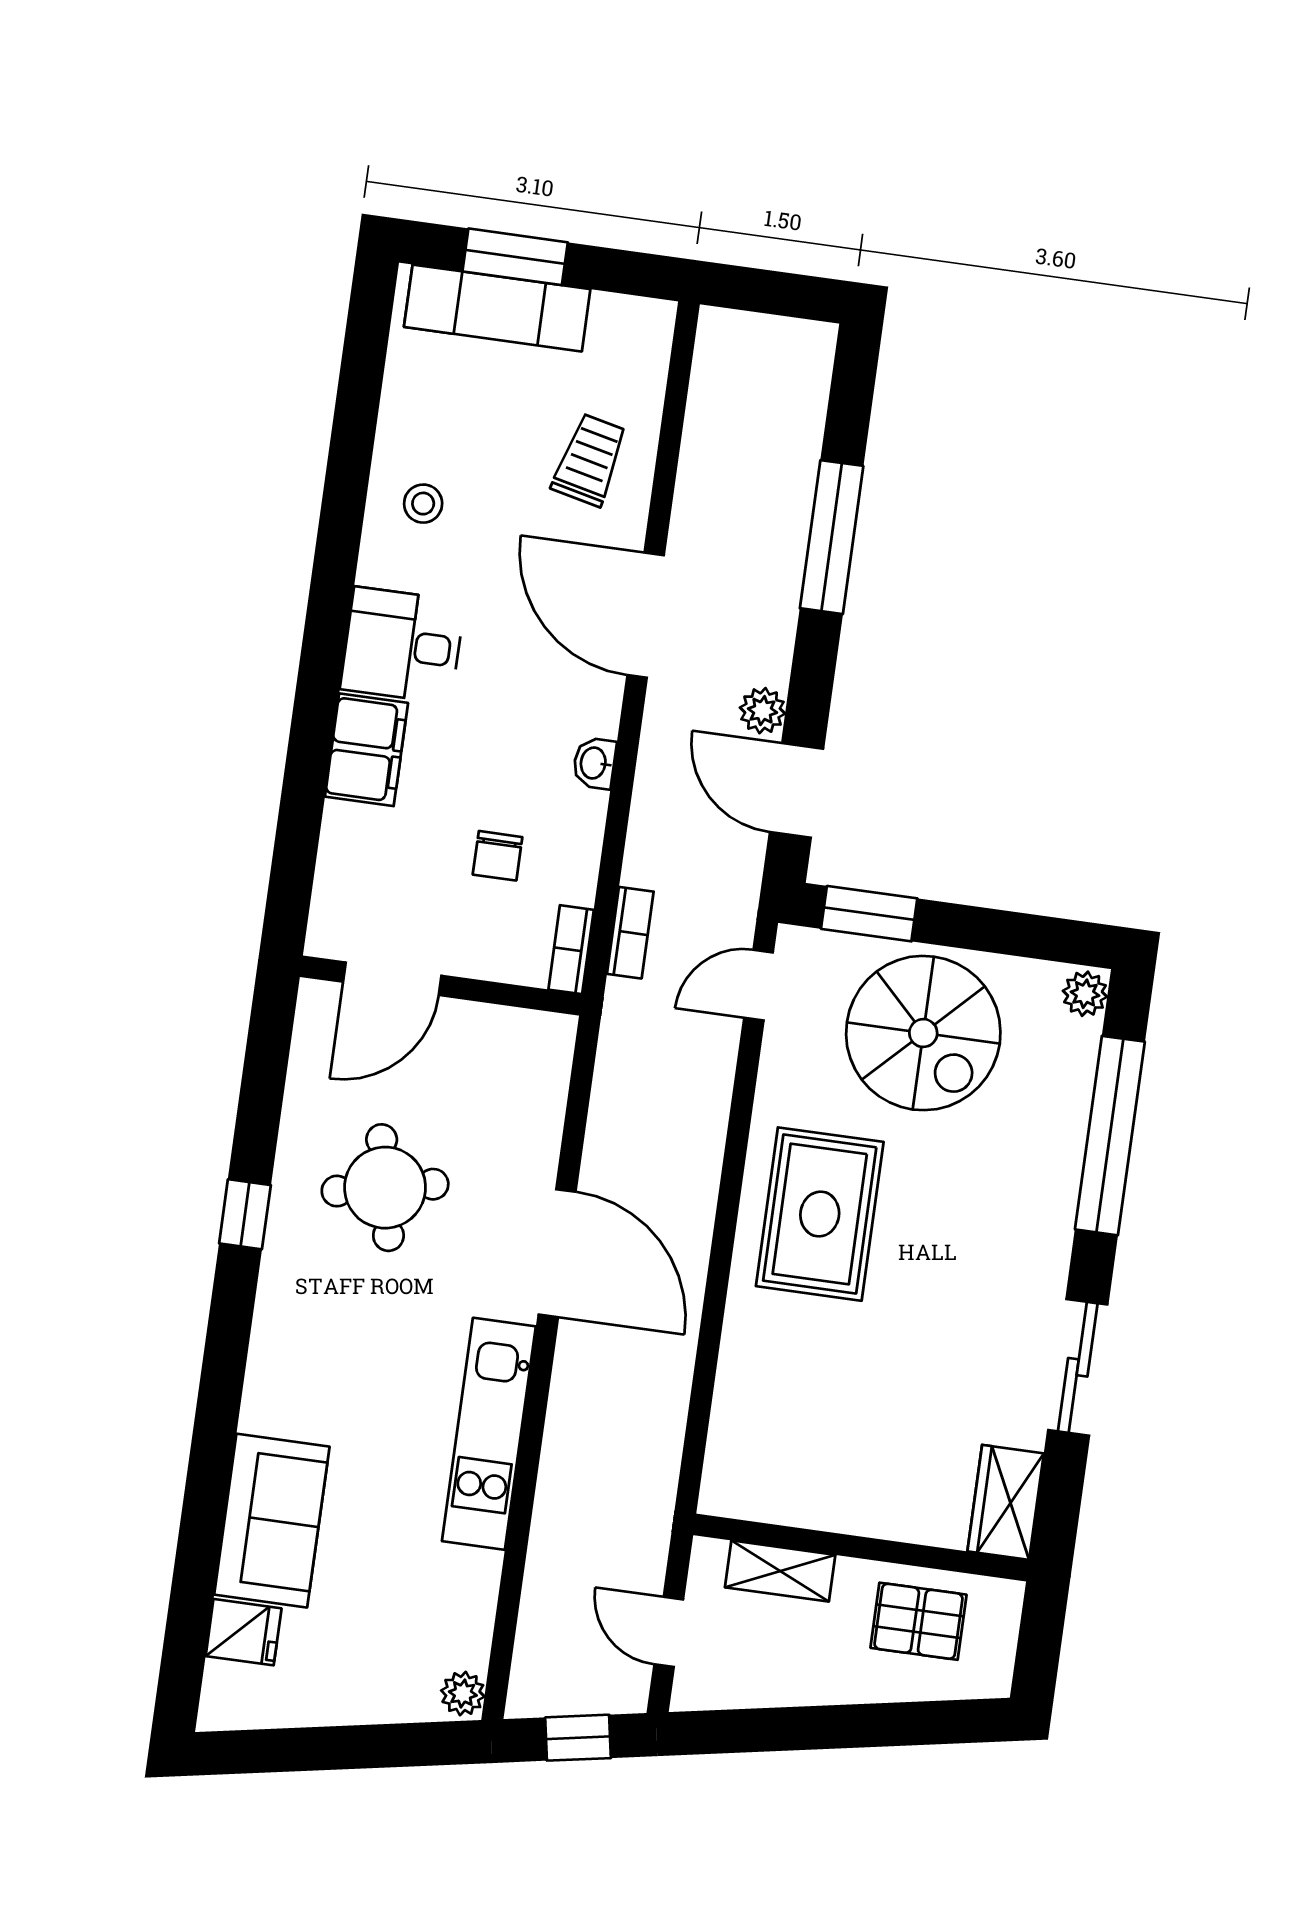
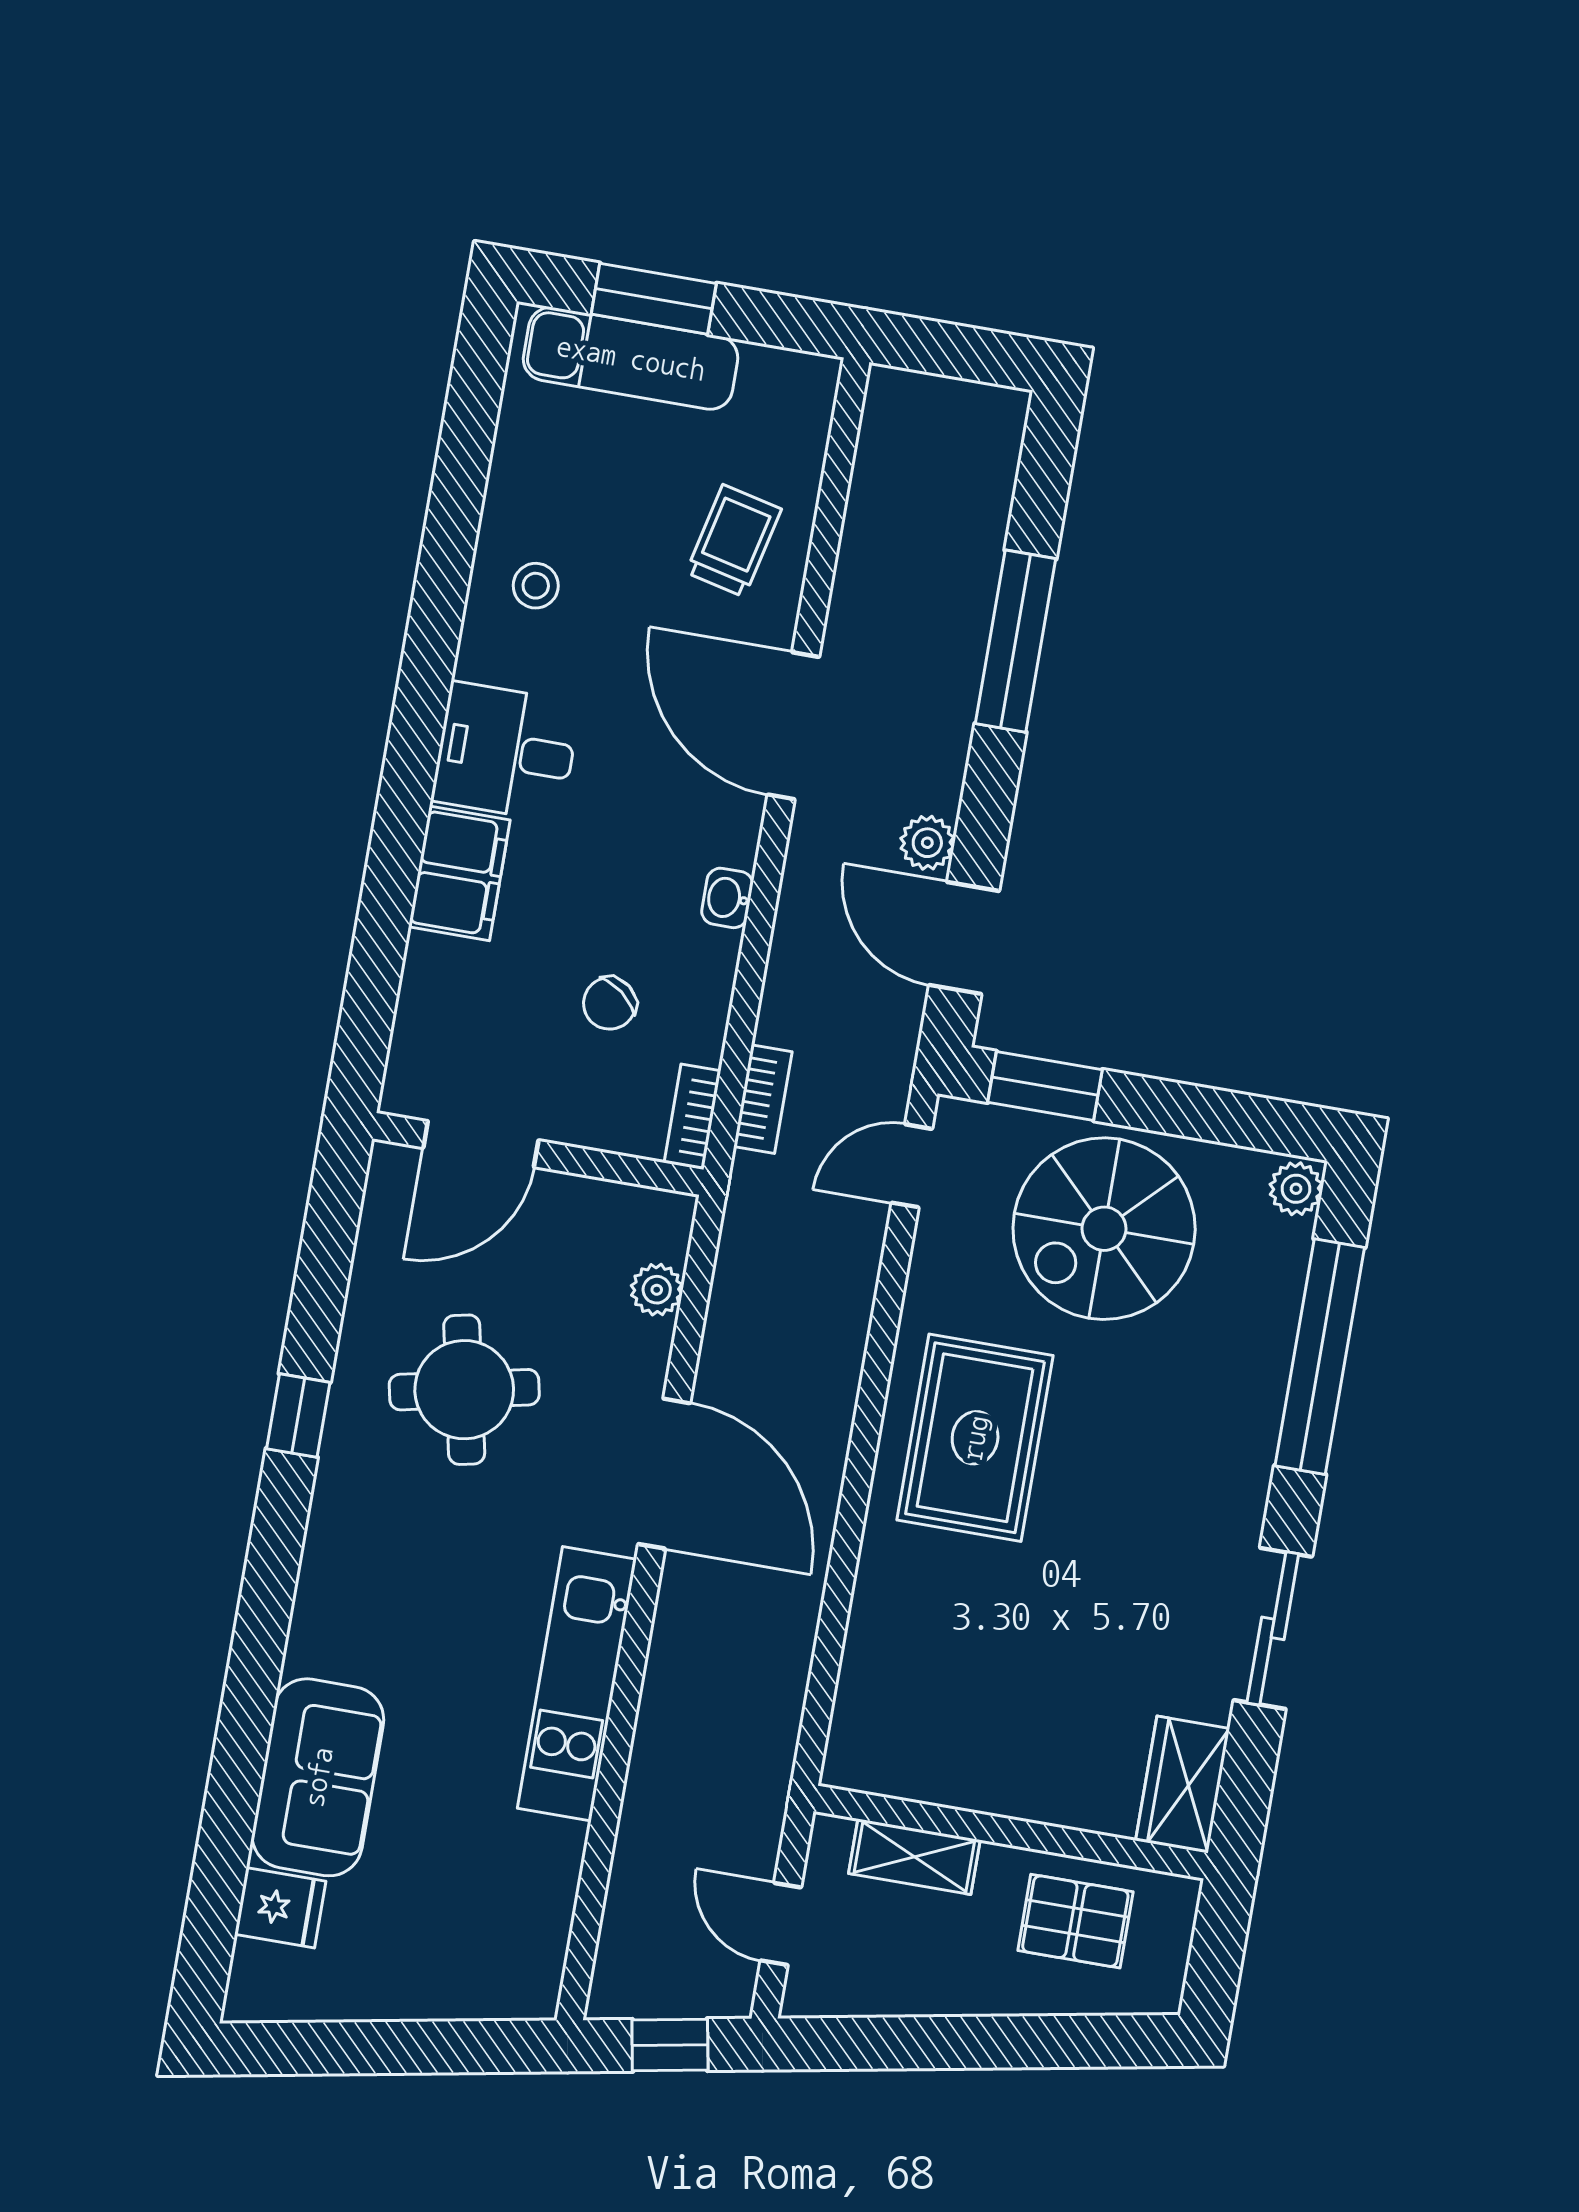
chair: (498, 856) -> (610, 1003), turned 38
spiral stairs: (923, 1033) -> (1104, 1229), turned 90
plant: (463, 1694) -> (657, 1290), moved

